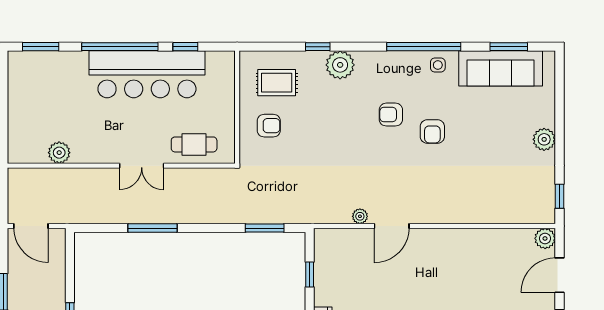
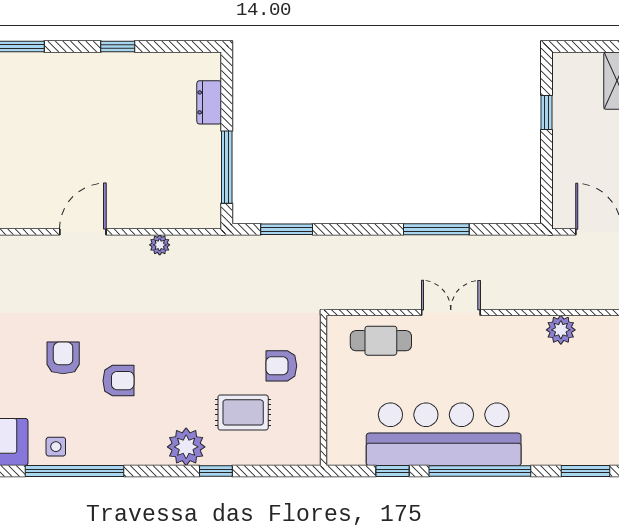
rug: (277, 83) -> (243, 412), moved
door: (392, 226) -> (83, 232), moved
window: (310, 275) -> (227, 167), width x2.17

